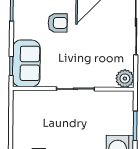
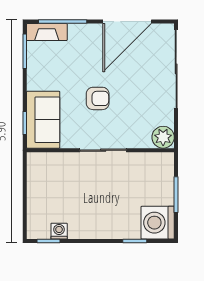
armchair: (58, 23) -> (98, 98), moved

